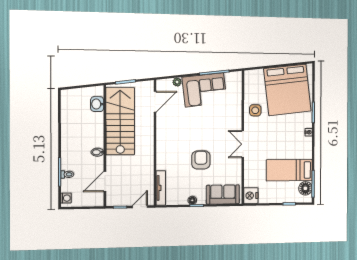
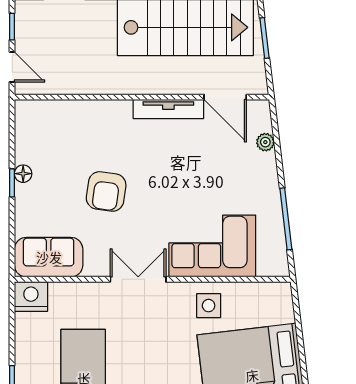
corner sofa: (204, 90) -> (212, 246), moved, turned 97
armchair: (201, 160) -> (106, 191), turned 98
tv unit: (161, 188) -> (168, 109), moved
sofa: (223, 195) -> (49, 257), moved, turned -90

